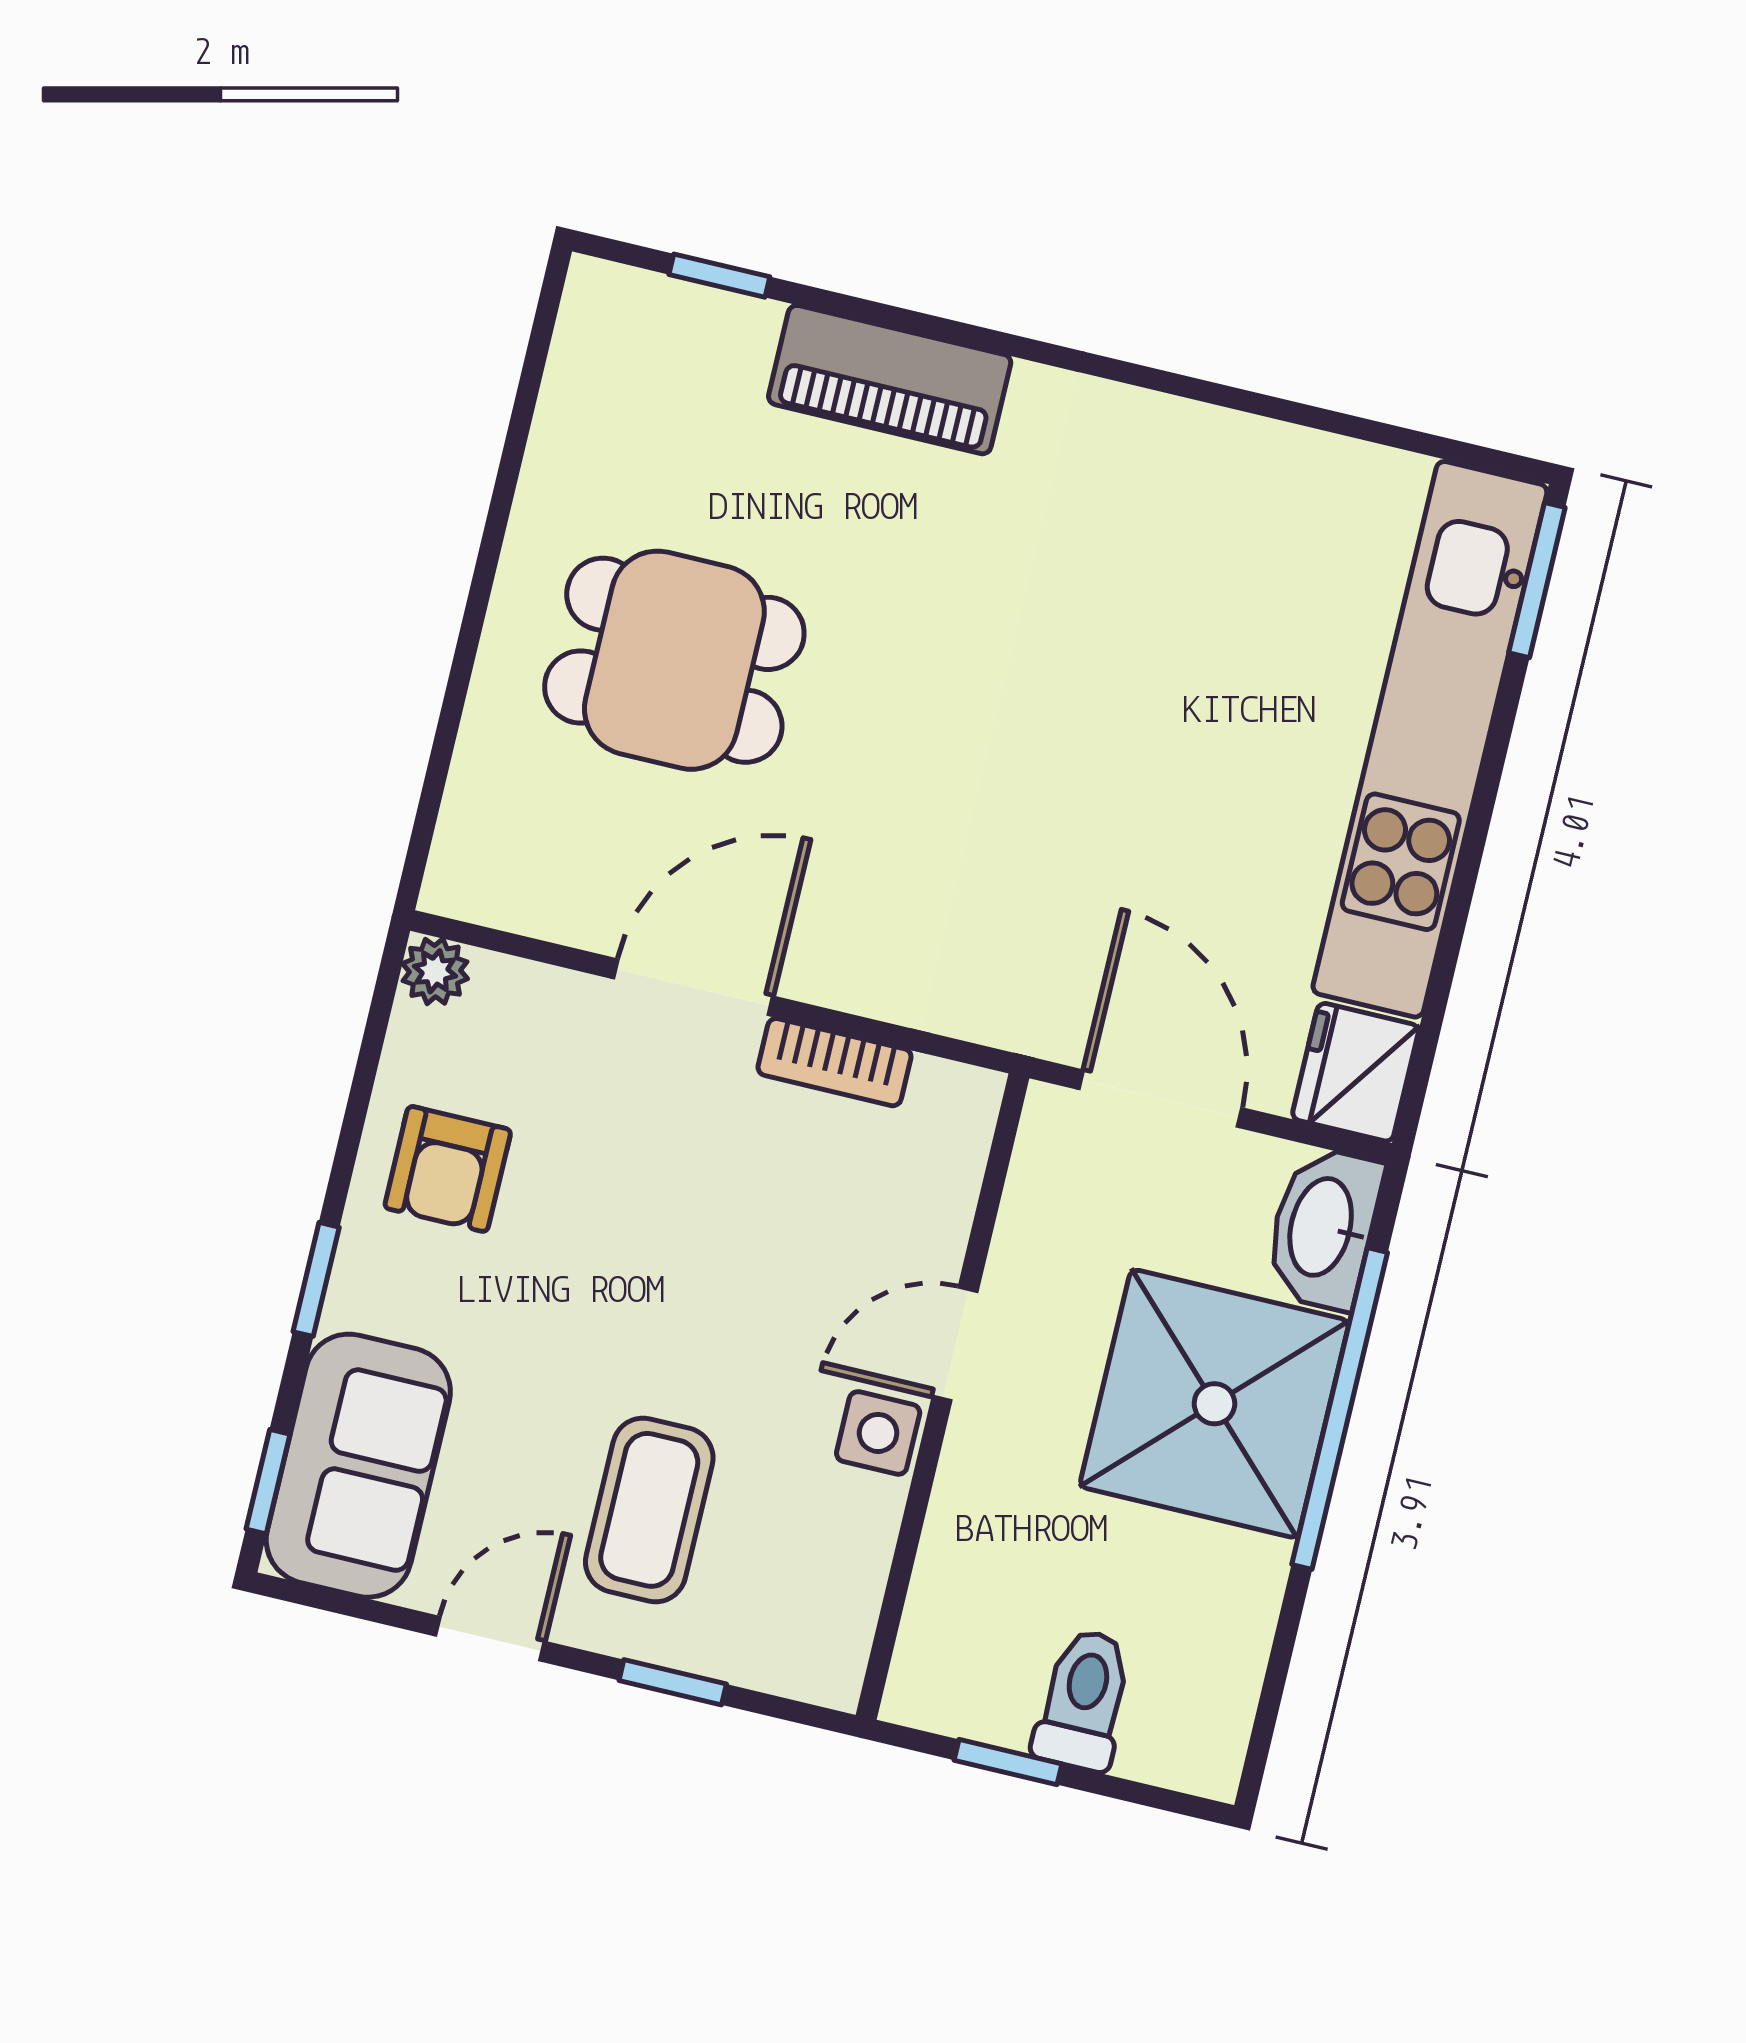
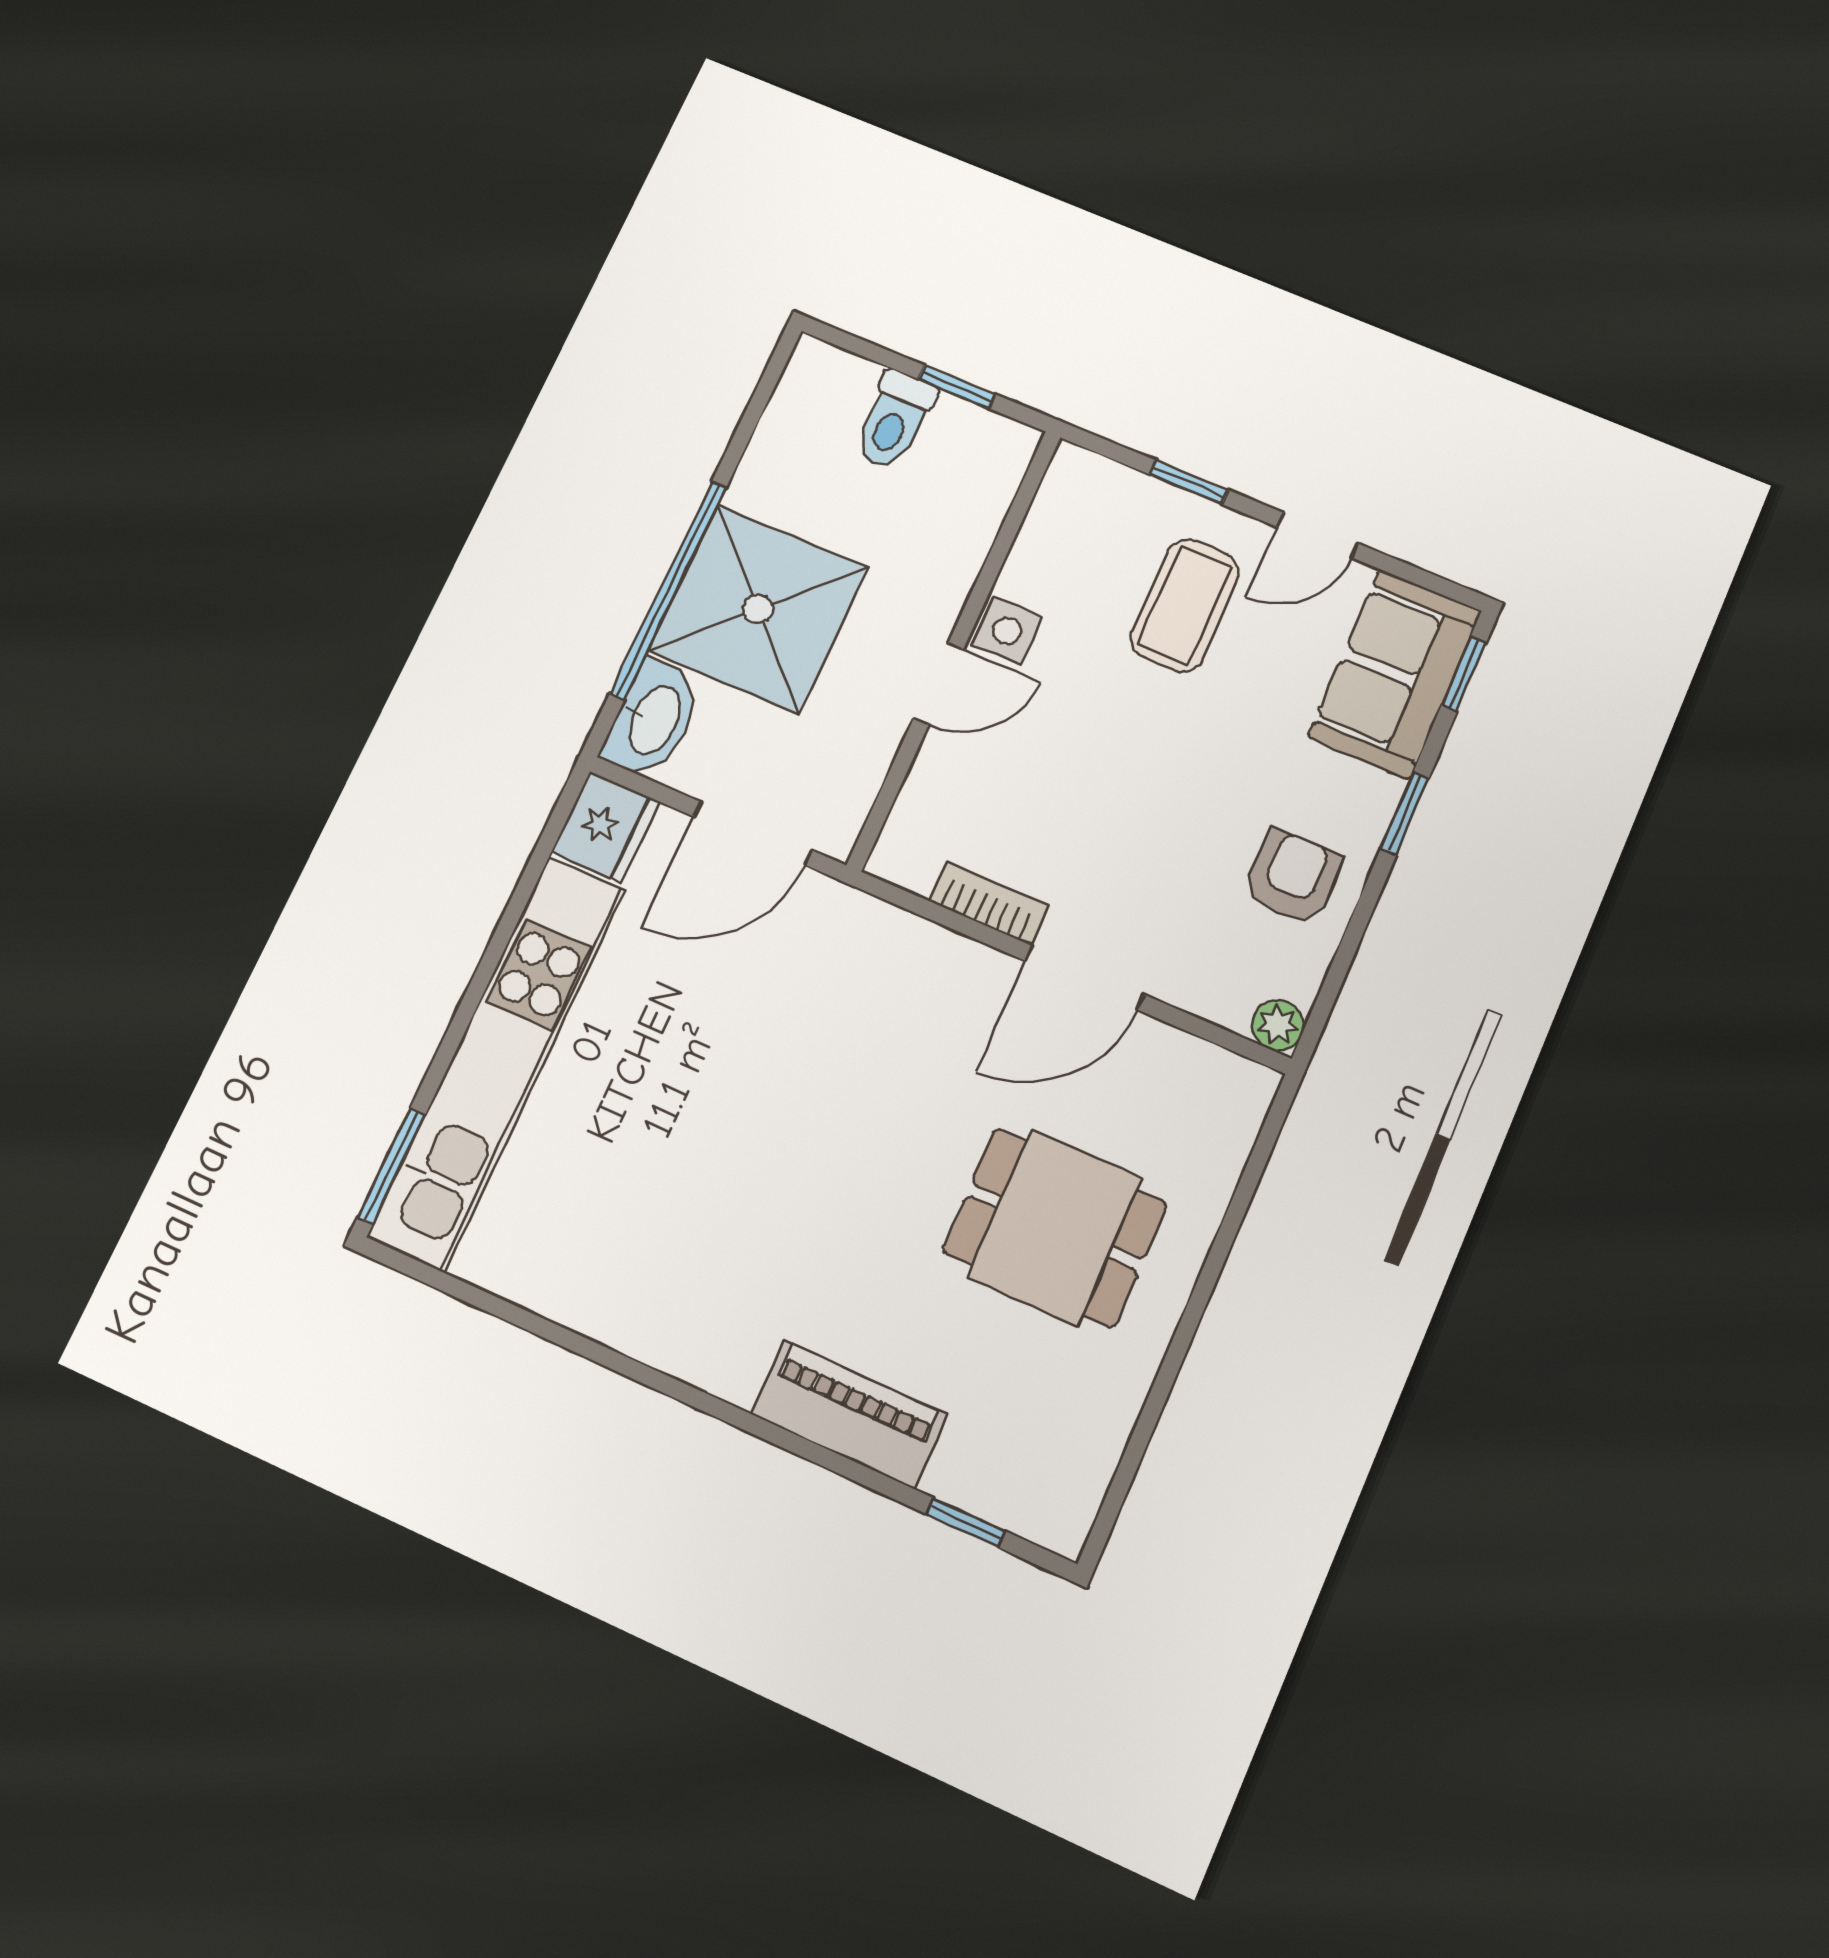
door: (1160, 1099) -> (753, 833), hinge flipped

